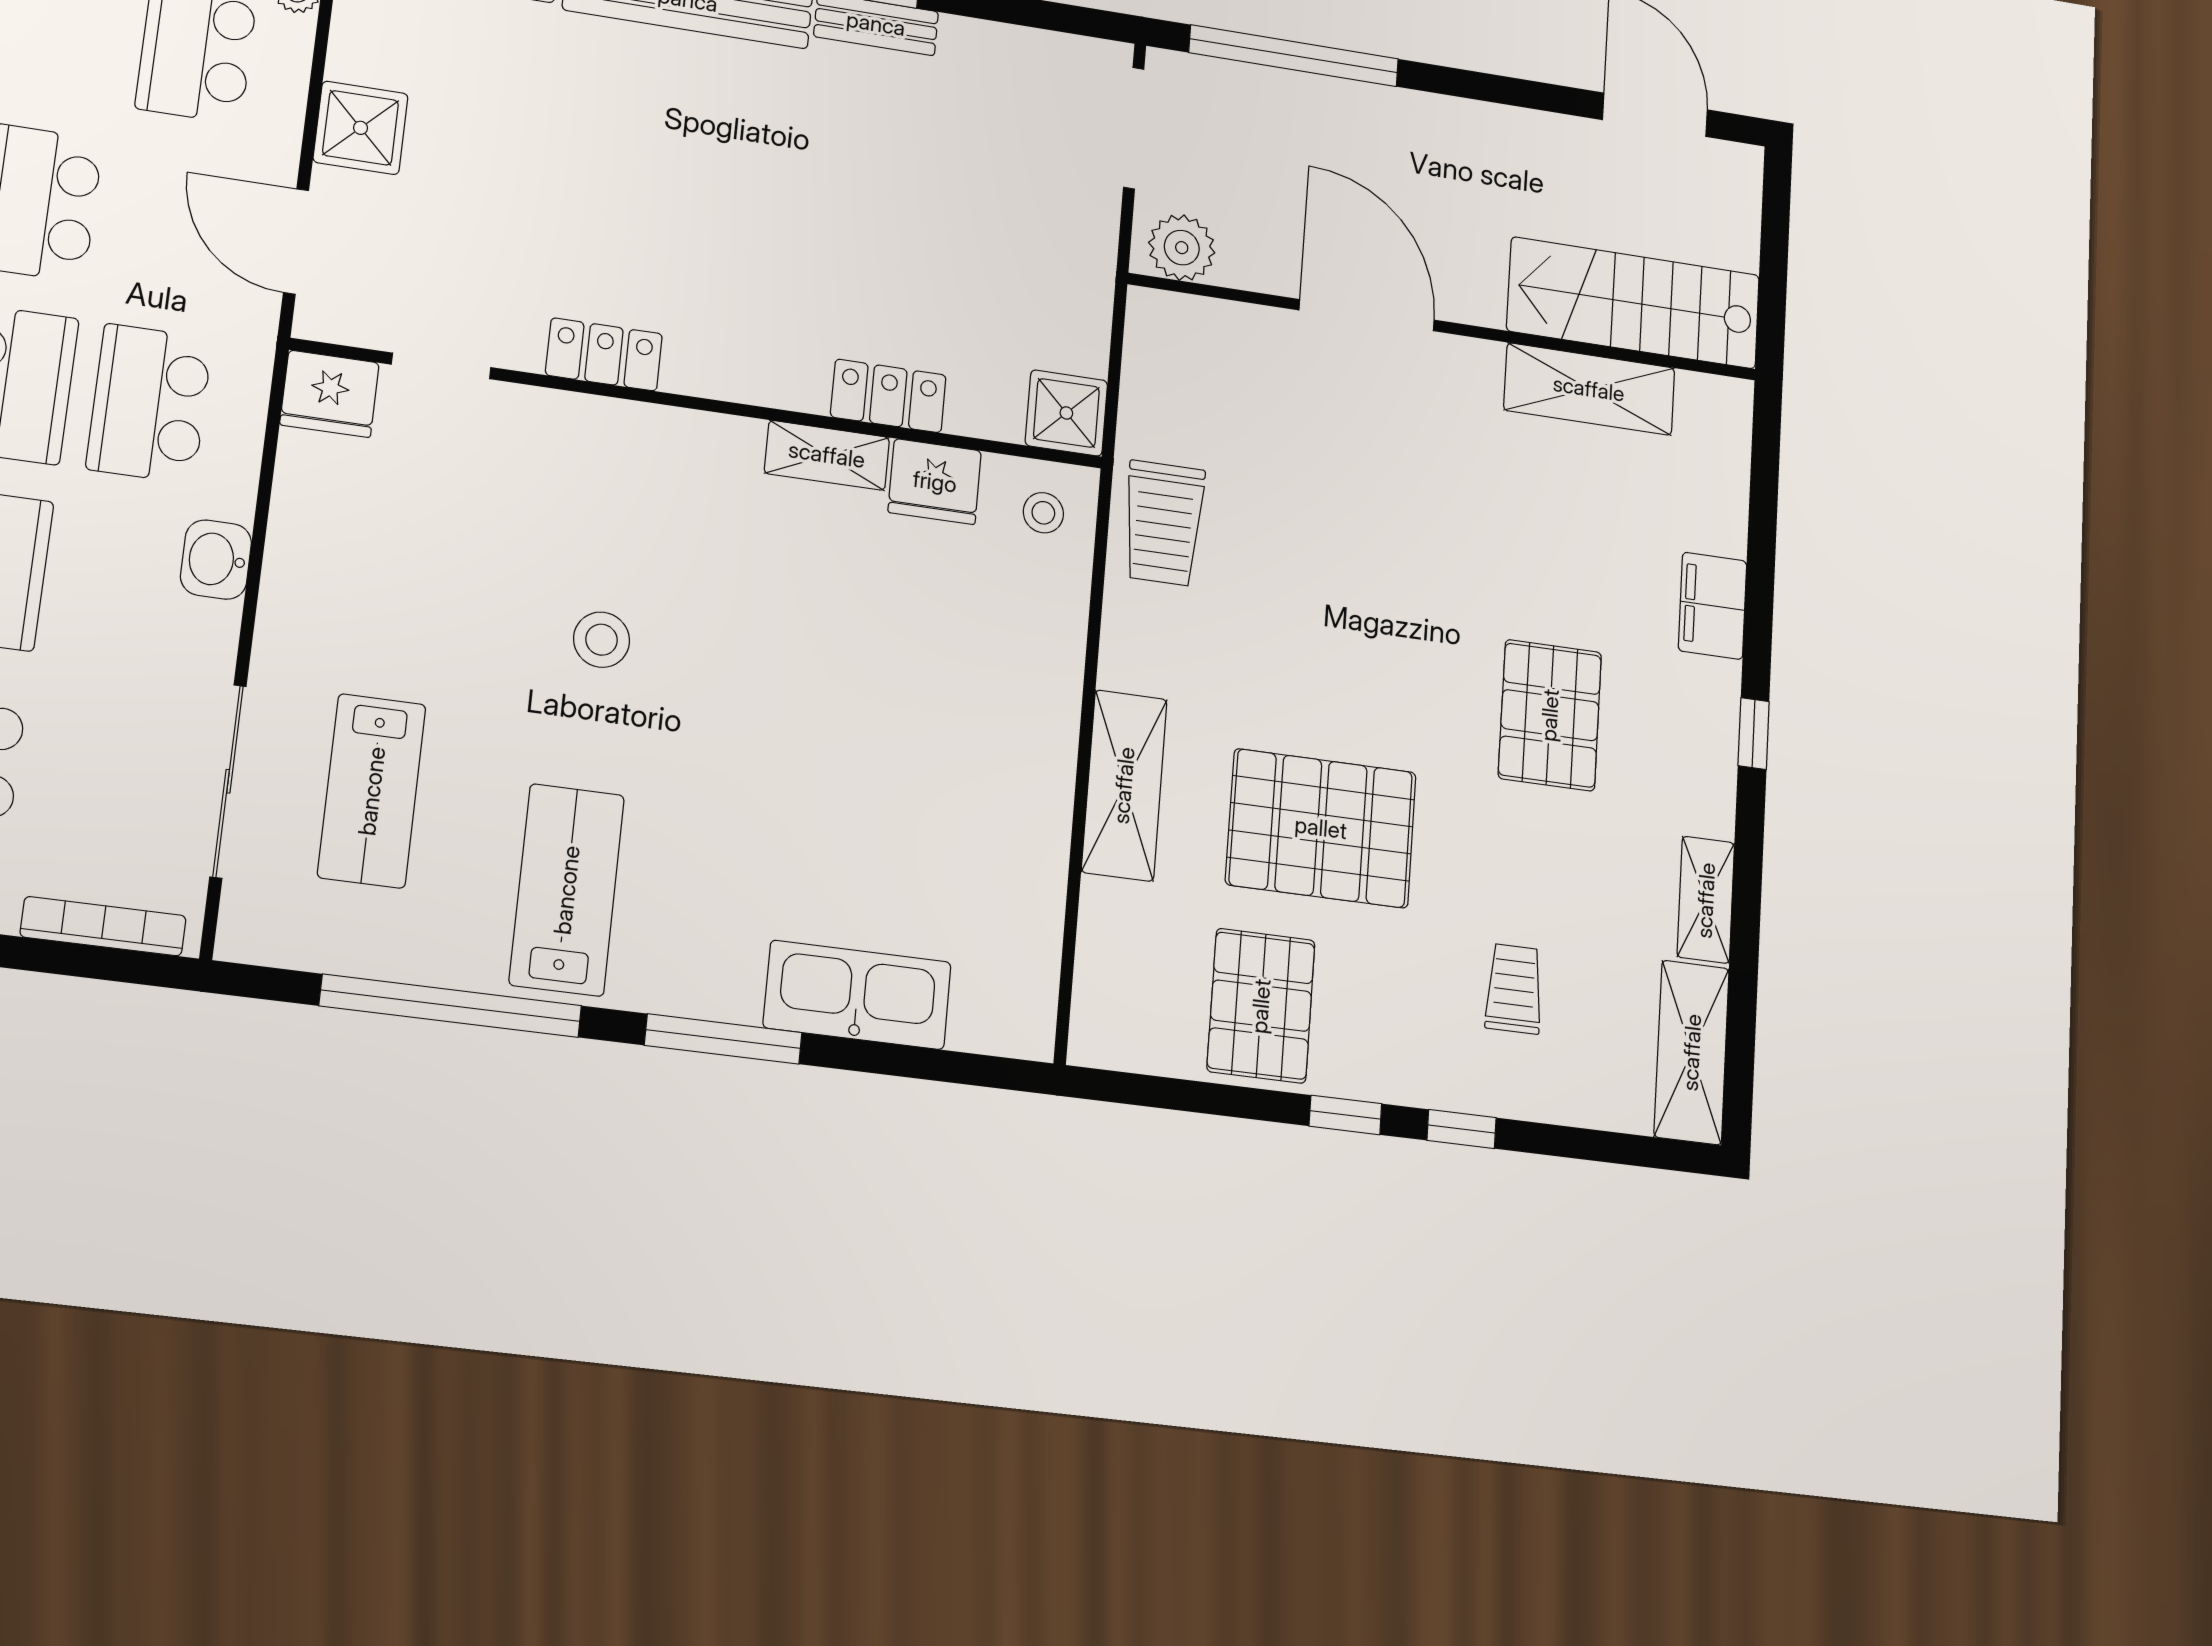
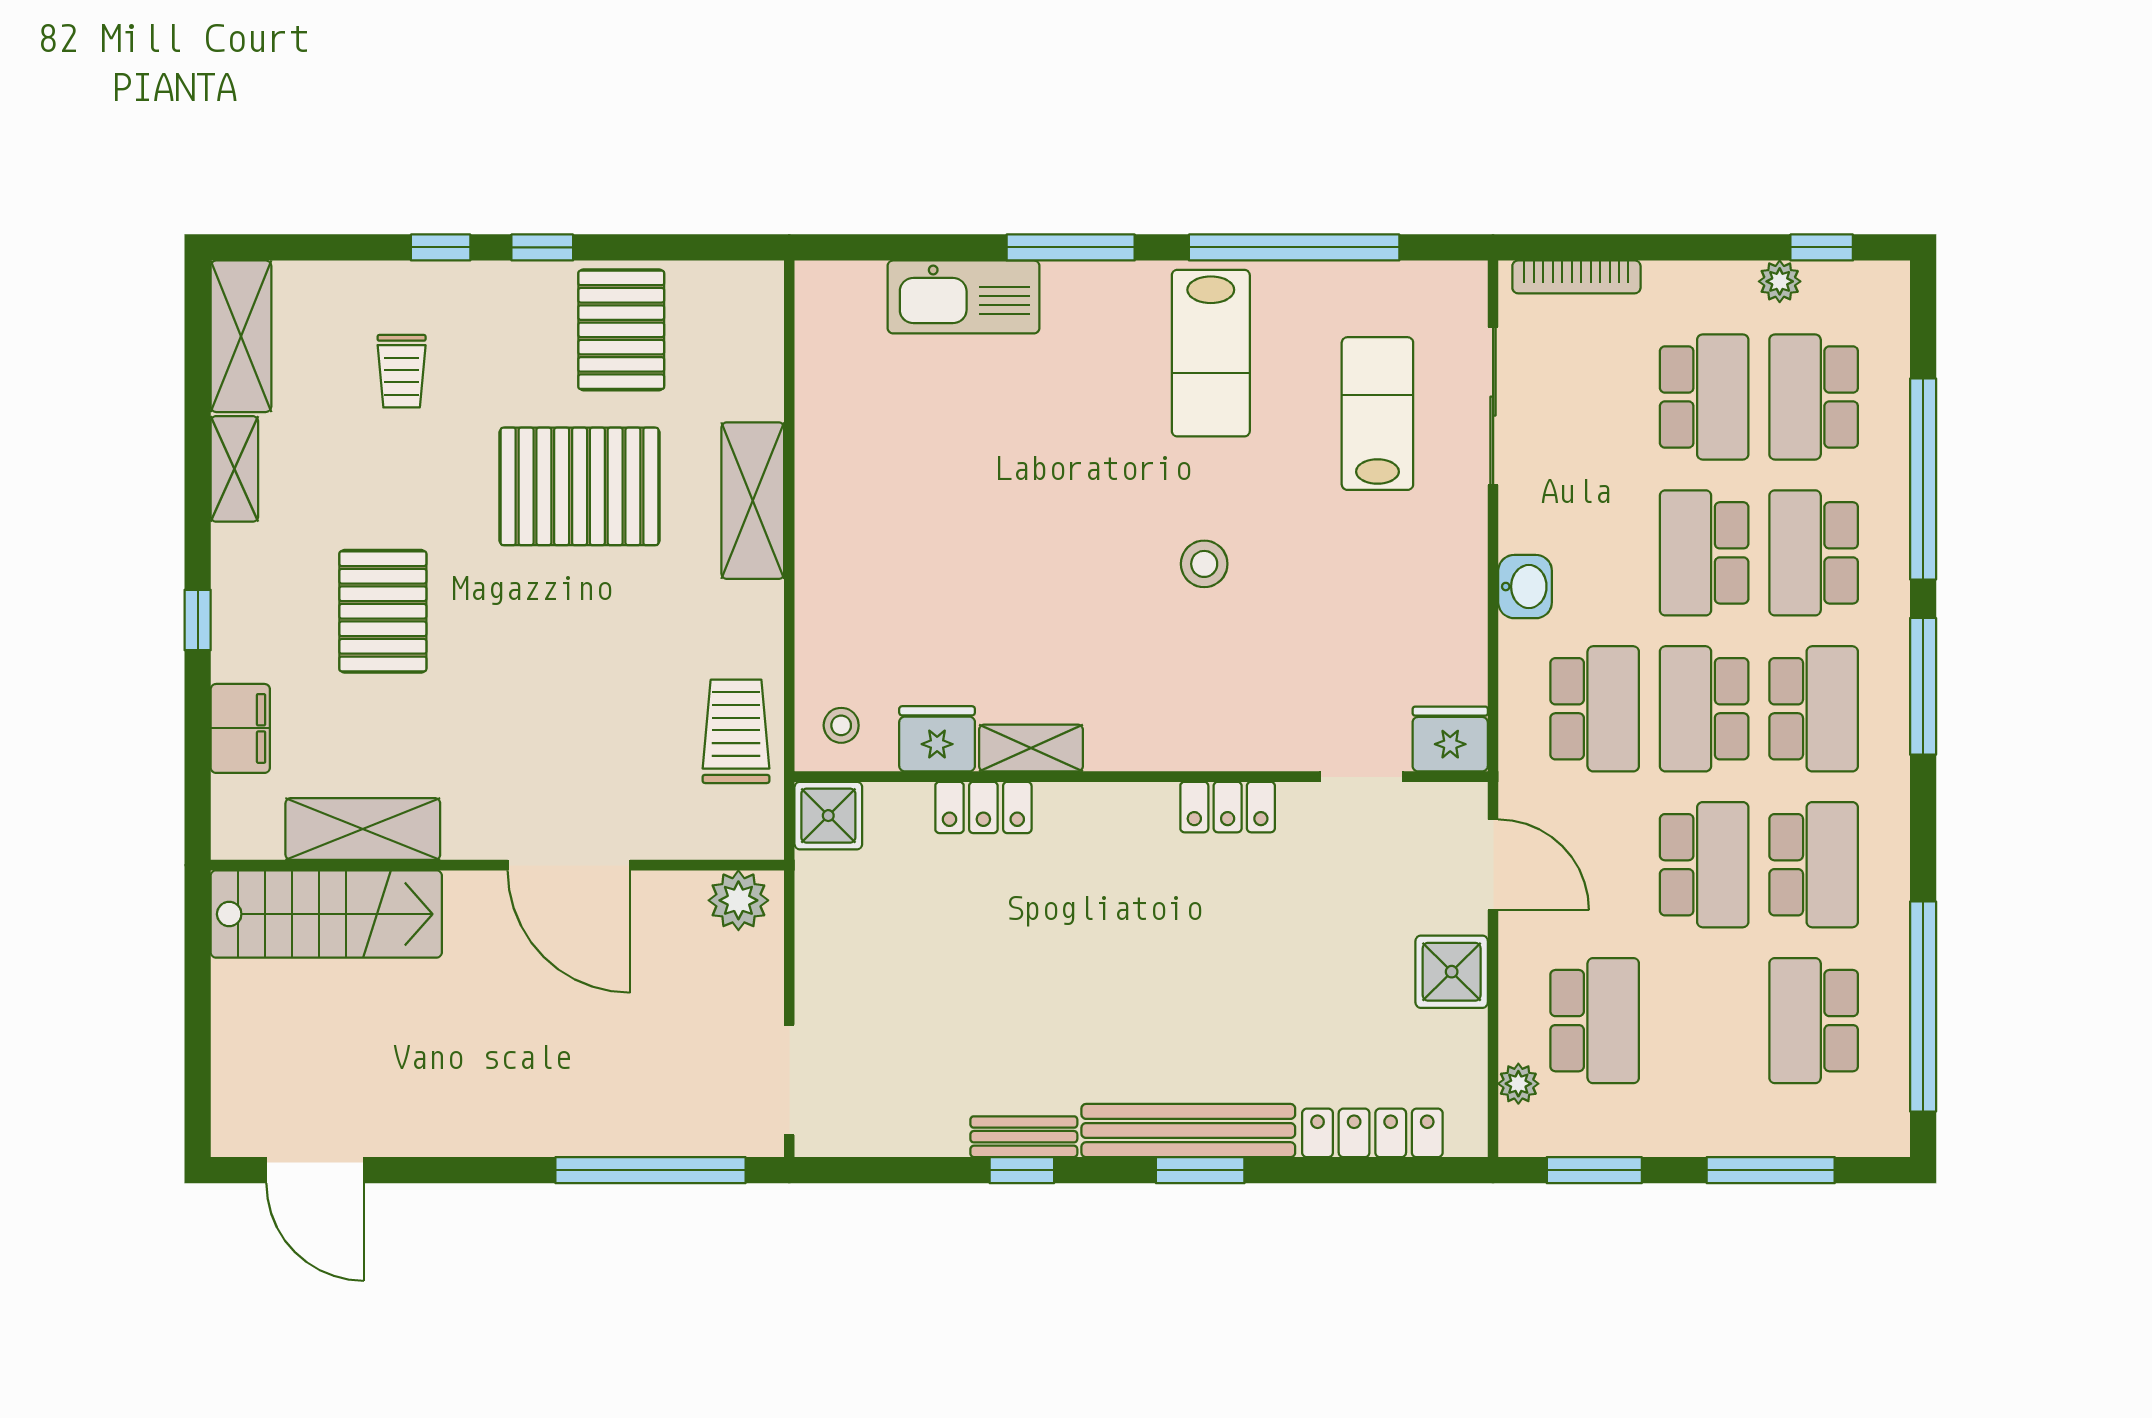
plant: (1182, 248) -> (738, 900), moved
stairs: (1634, 303) -> (326, 914), moved
door: (1367, 315) -> (569, 865), moved
wall: (1445, 327) -> (497, 865), moved
shelving: (1589, 389) -> (363, 829), moved

